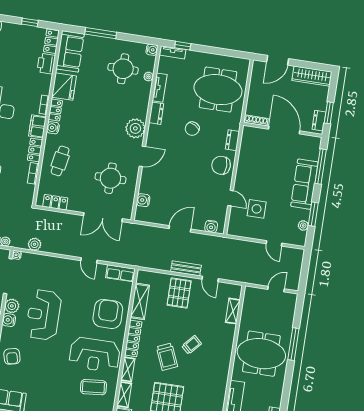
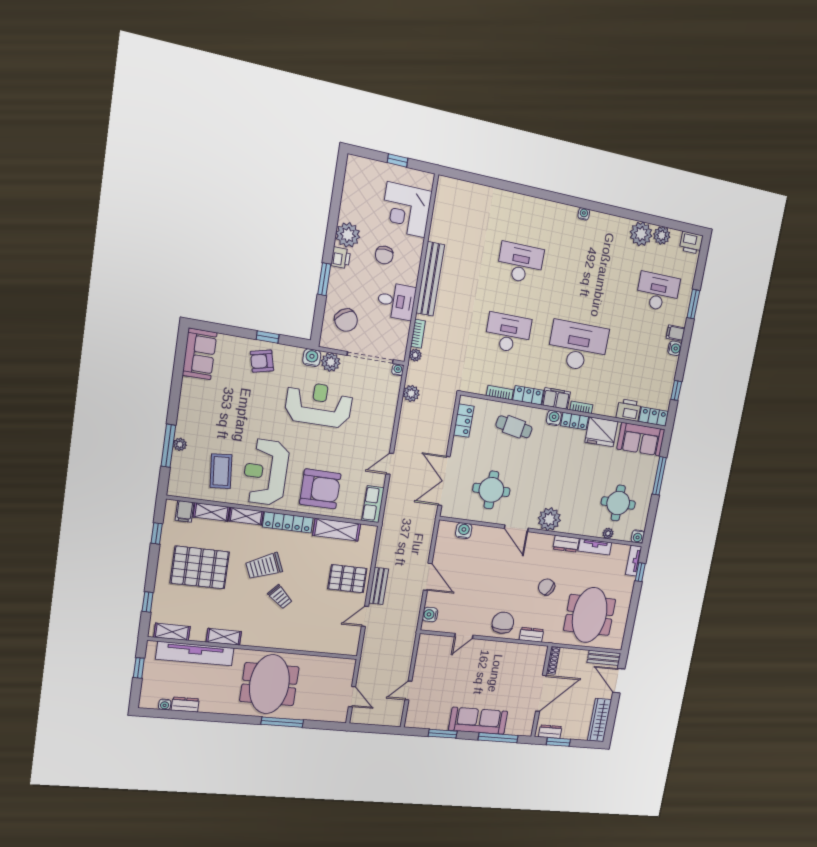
bench: (256, 75) -> (604, 658), added
side table: (257, 209) -> (450, 667), removed
plant: (303, 225) -> (429, 723), removed
shelving: (233, 311) -> (224, 637), moved

